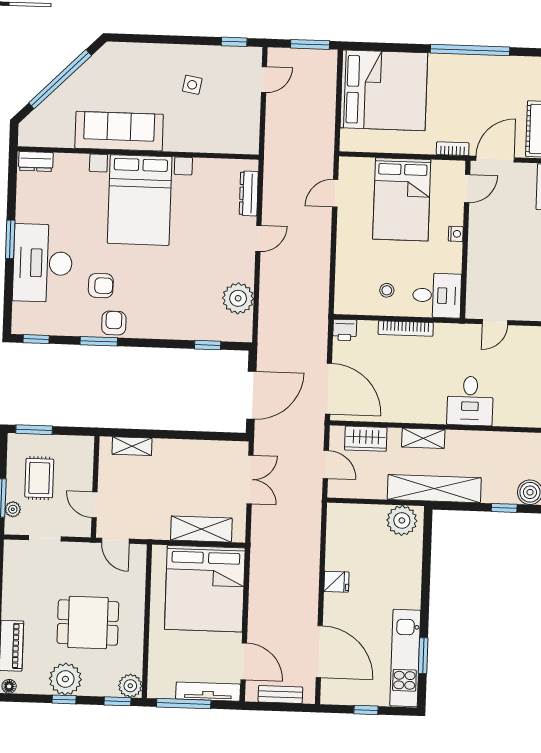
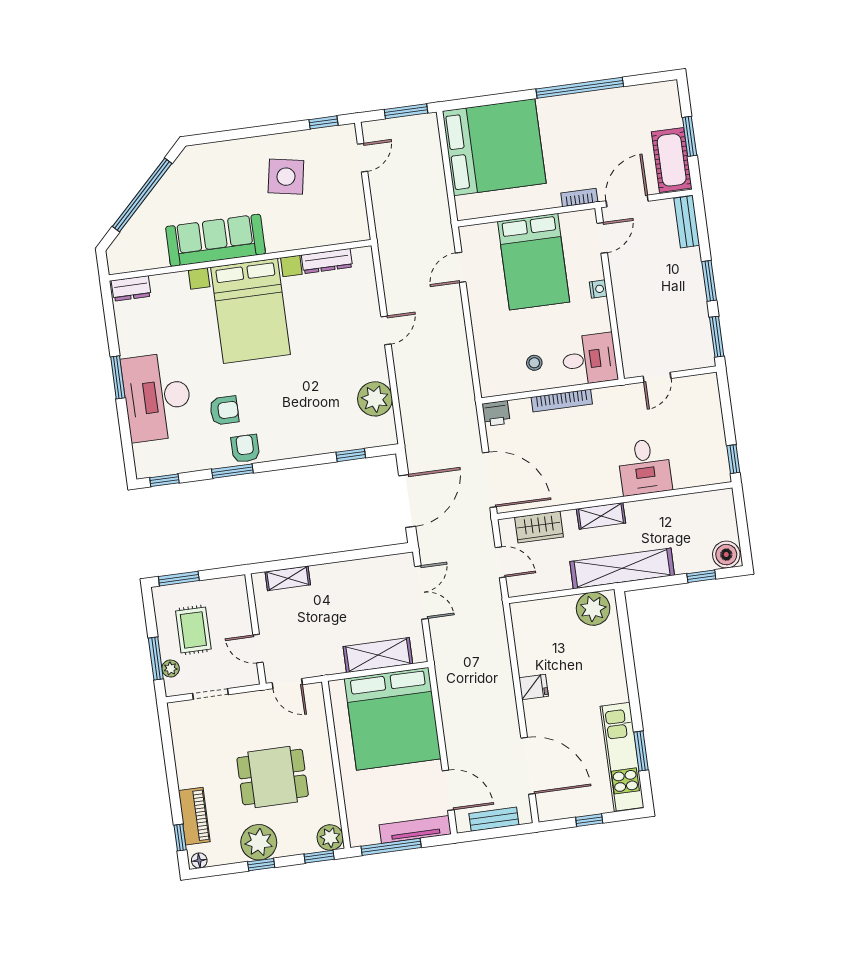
side table: (192, 85) -> (286, 177), width x1.87, depth x1.87
dresser: (249, 193) -> (327, 261), moved, turned -90

